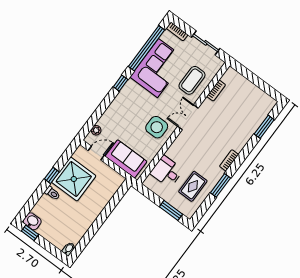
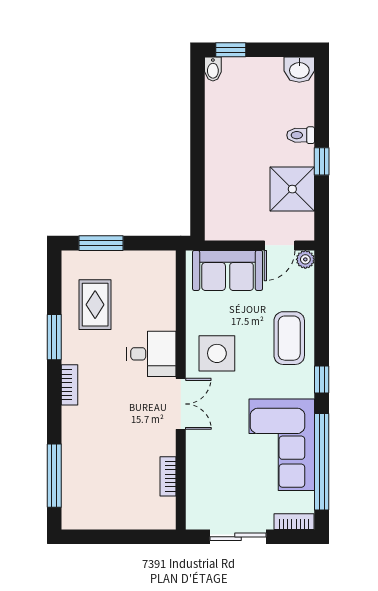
coffee table: (192, 80) -> (289, 338), moved
window: (264, 127) -> (54, 476), width x1.44
plant: (96, 130) -> (305, 259), moved
desk: (167, 172) -> (151, 354), moved
shower: (74, 179) -> (292, 189), width x0.73, depth x0.73
window: (30, 233) -> (231, 50), moved

